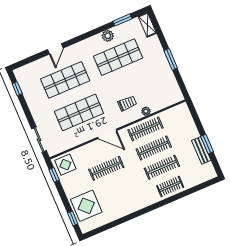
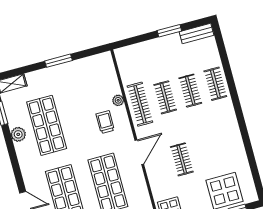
clothes rail: (154, 148) -> (165, 97), width x0.73
bench: (201, 150) -> (196, 33), moved
clothes rail: (162, 167) -> (190, 91), width x0.73
clothes rail: (106, 168) -> (182, 159), width x0.73

